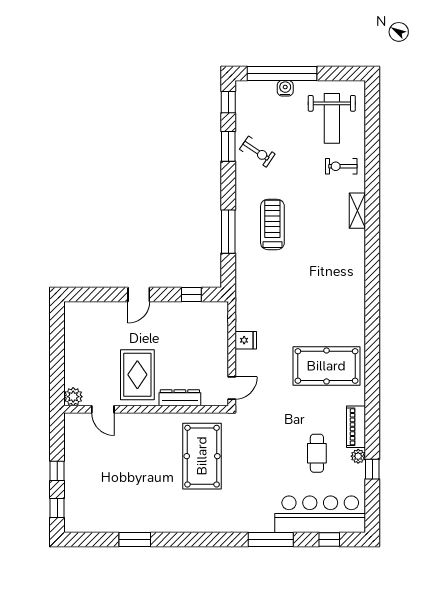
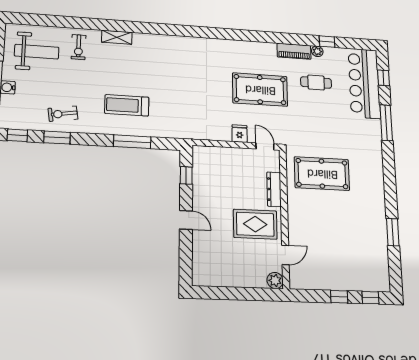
exercise bike: (257, 152) -> (63, 114), turned -133
fridge: (246, 340) -> (240, 134), moved
pool table: (326, 366) -> (260, 90), moved, turned 90

